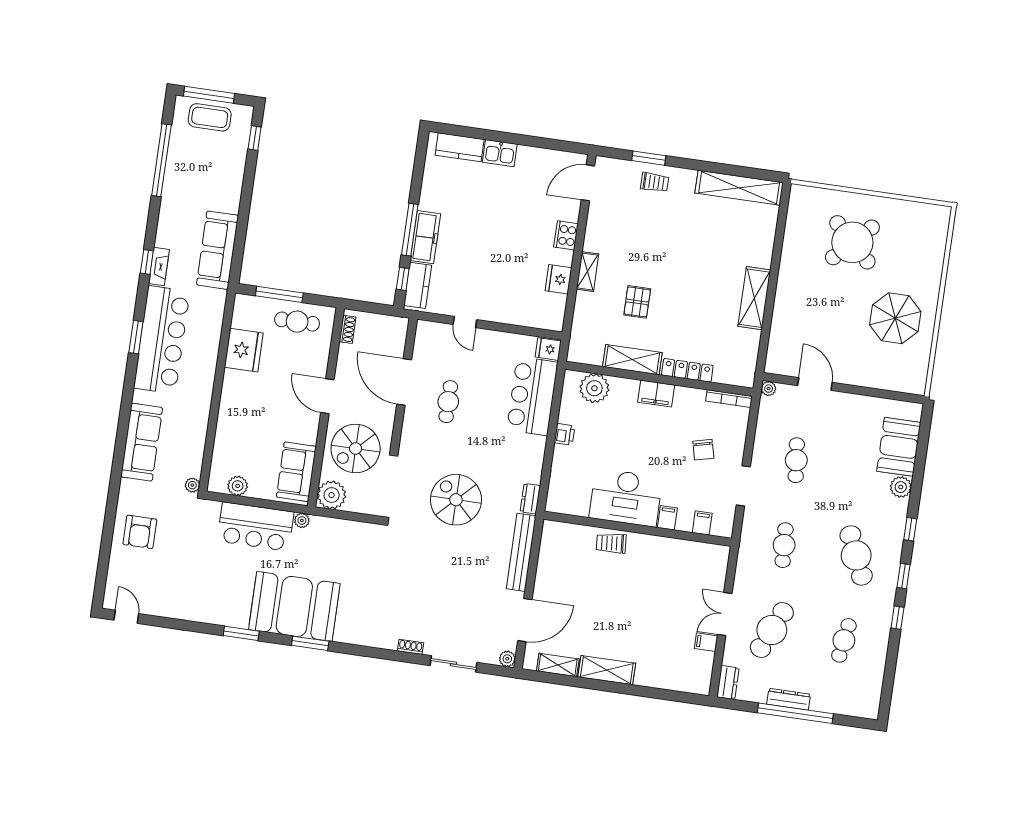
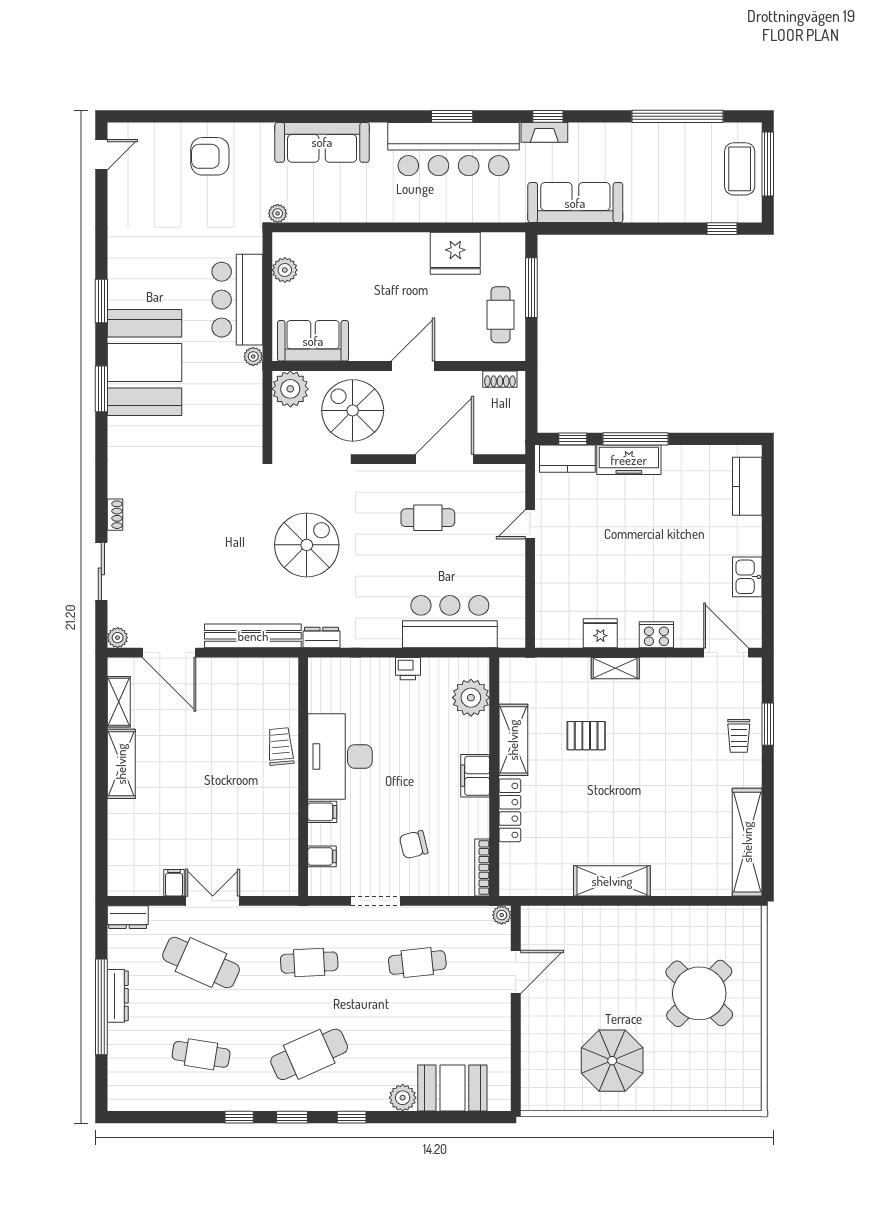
kitchen sink: (500, 153) -> (747, 577), moved
fridge: (548, 349) -> (511, 633), removed

